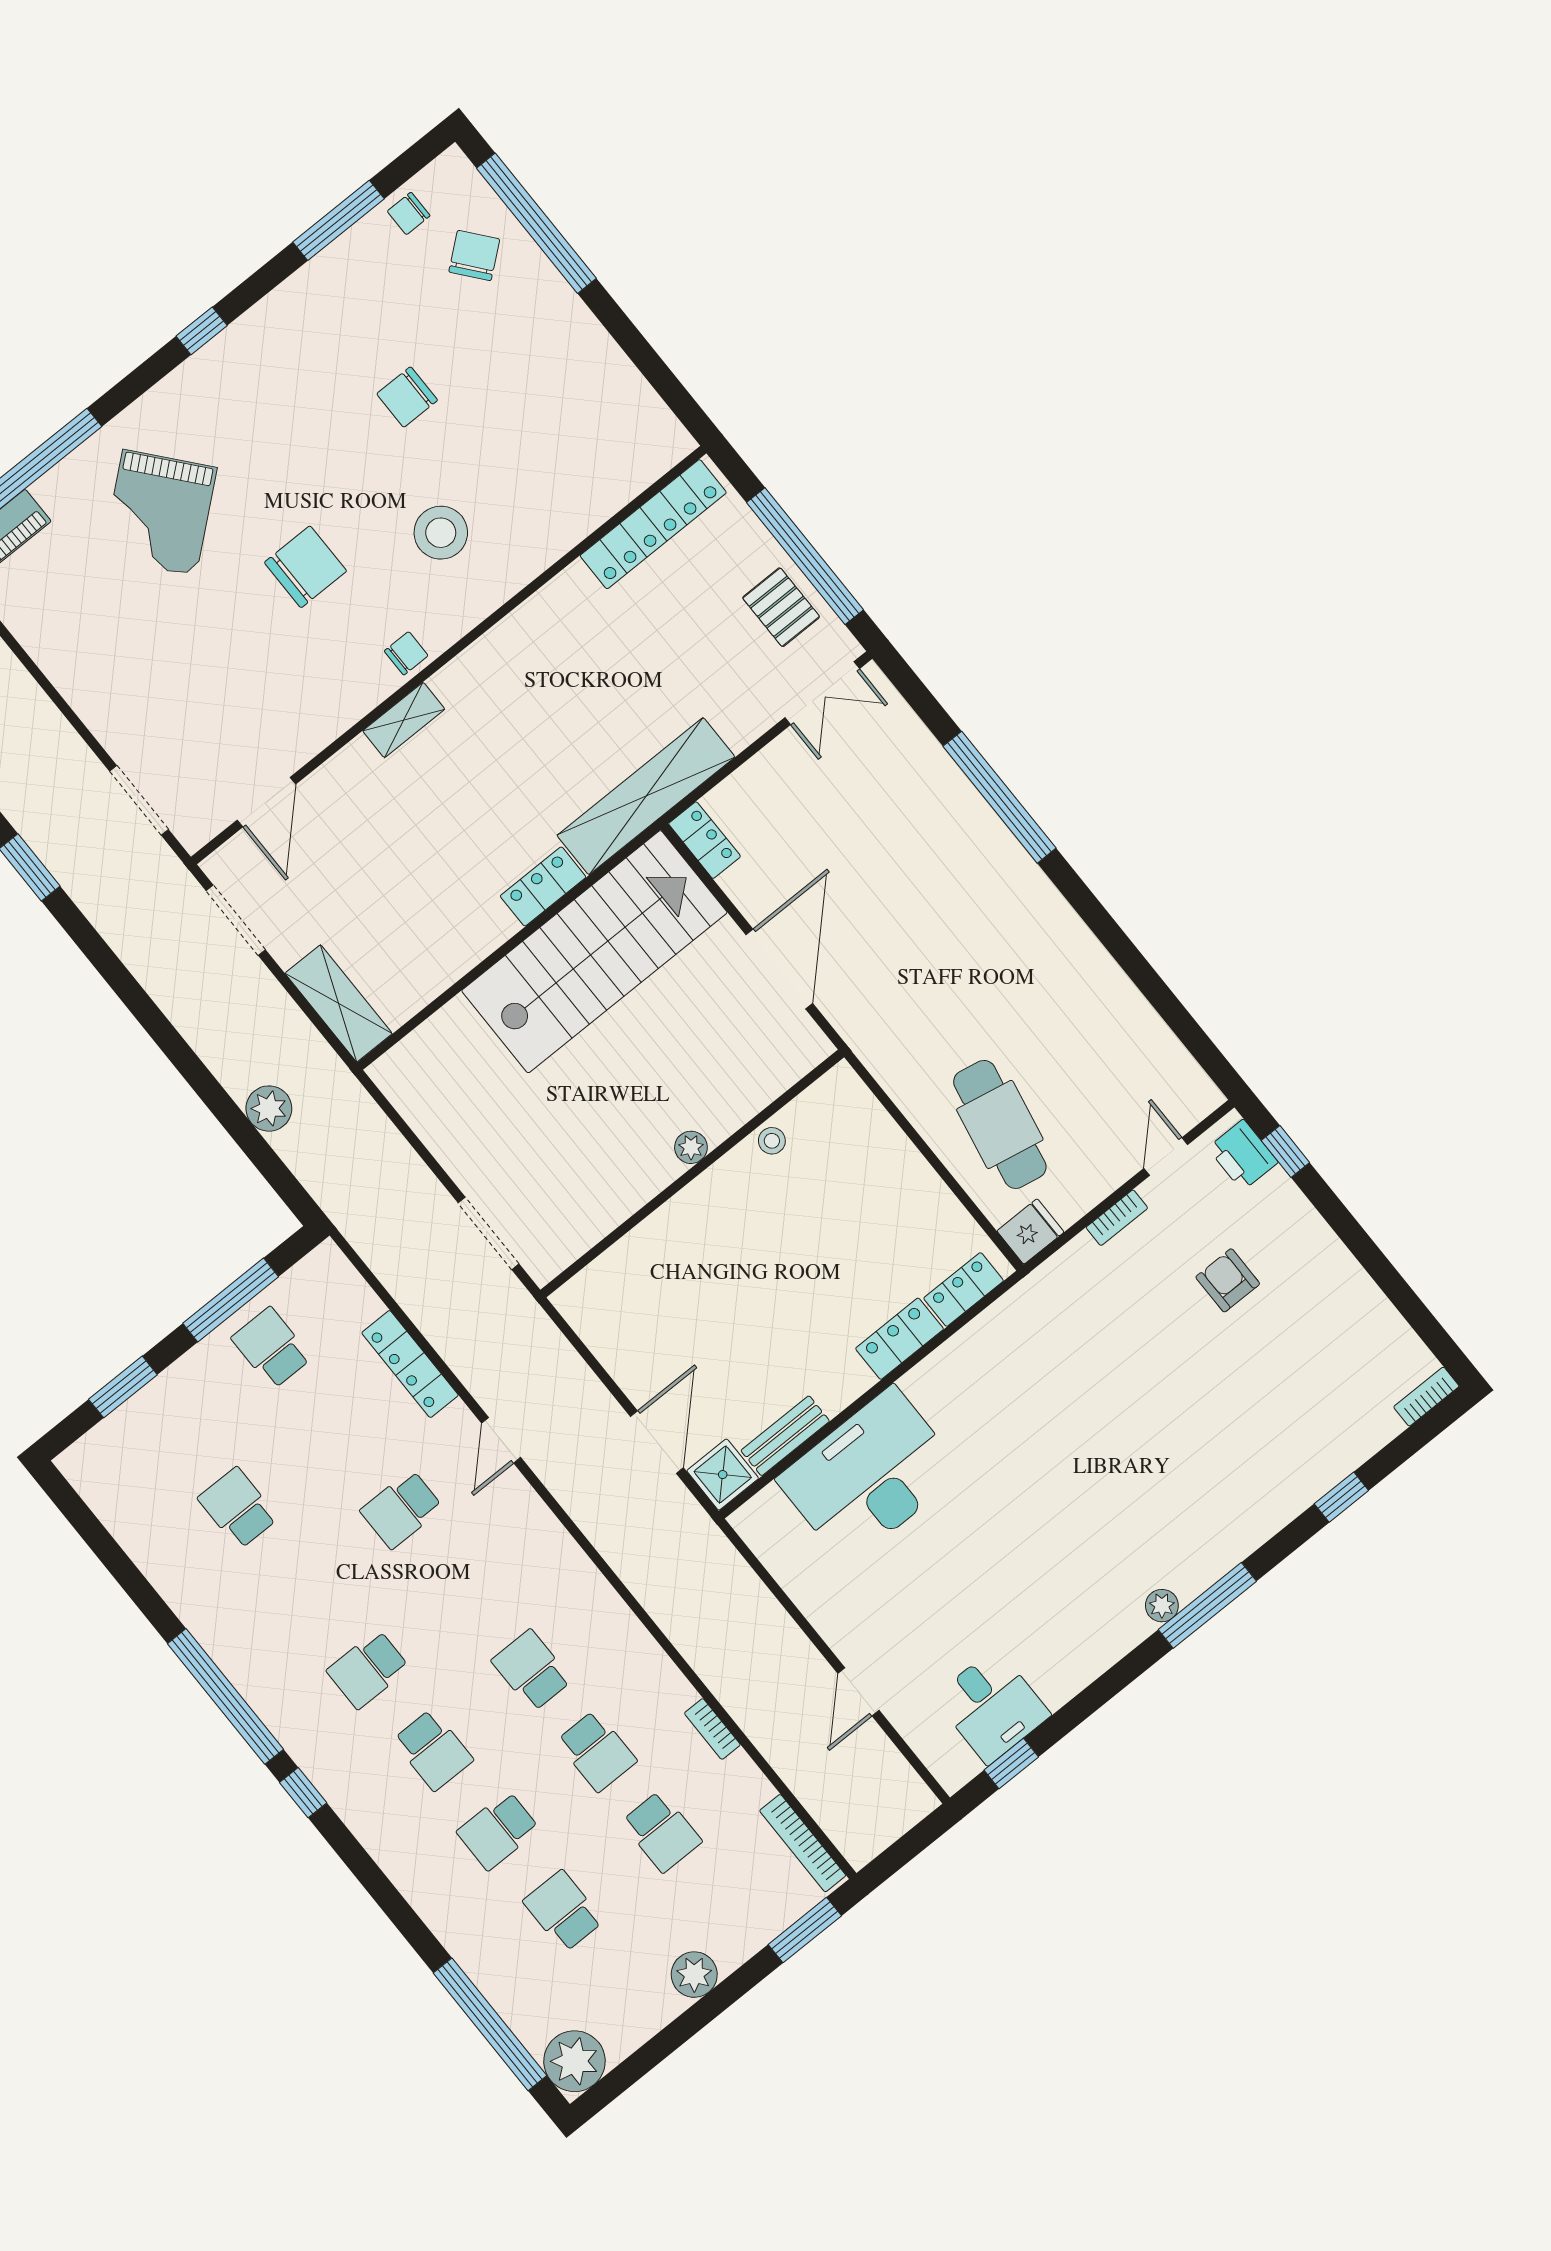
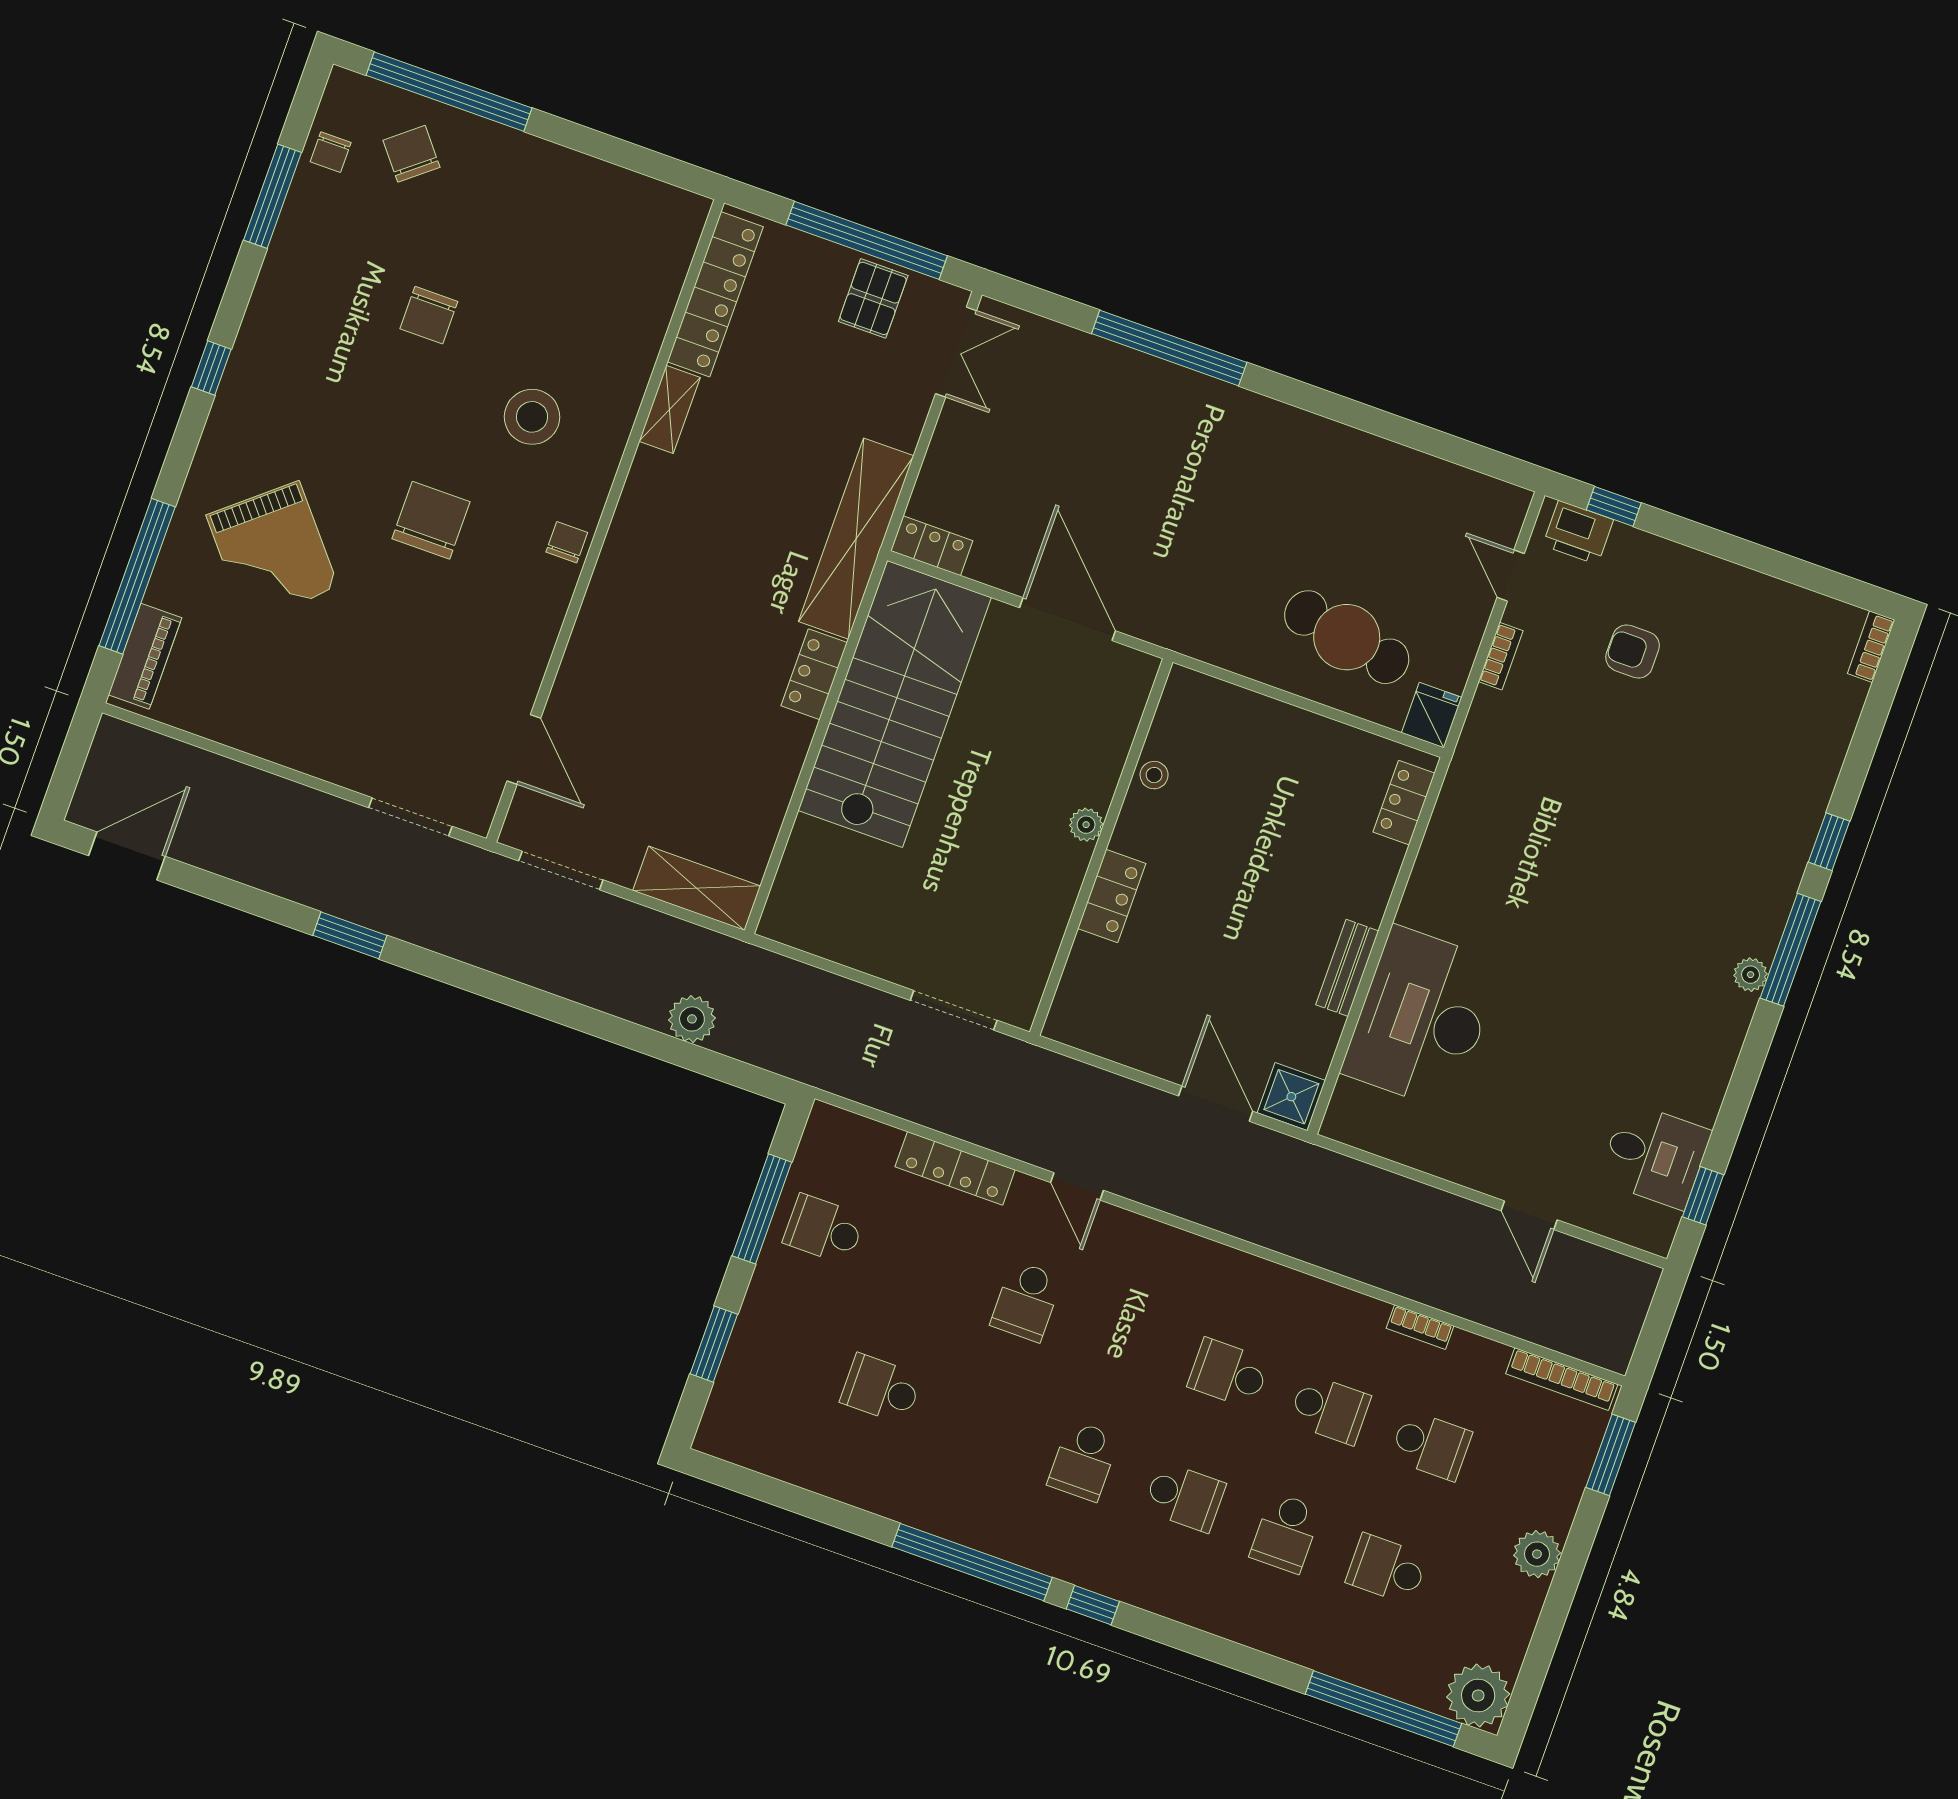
pallet: (781, 607) -> (873, 298), turned 90
shelving: (404, 720) -> (670, 409), moved
locker: (900, 1339) -> (1112, 896), moved, turned 180
bench: (785, 1436) -> (1347, 968), moved
window: (1341, 1497) -> (1829, 842), moved

